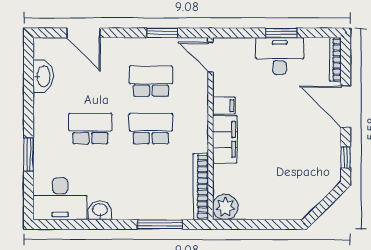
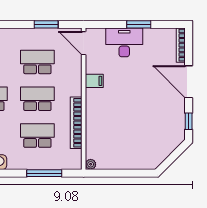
desk: (280, 56) -> (124, 42), moved
filing cabinet: (225, 139) -> (95, 107), removed
school desk: (151, 176) -> (37, 136), added
bookcase: (201, 187) -> (76, 123), moved
plant: (225, 207) -> (91, 164), width x0.53, depth x0.53

